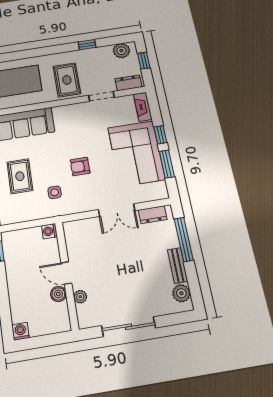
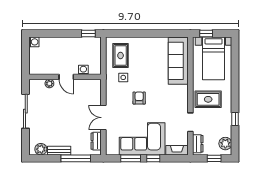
rug: (20, 176) -> (121, 55), moved, turned 90
washing machine: (49, 231) -> (83, 70), moved
door: (66, 273) -> (66, 77), swing flipped
boiler: (58, 294) -> (53, 70), removed

